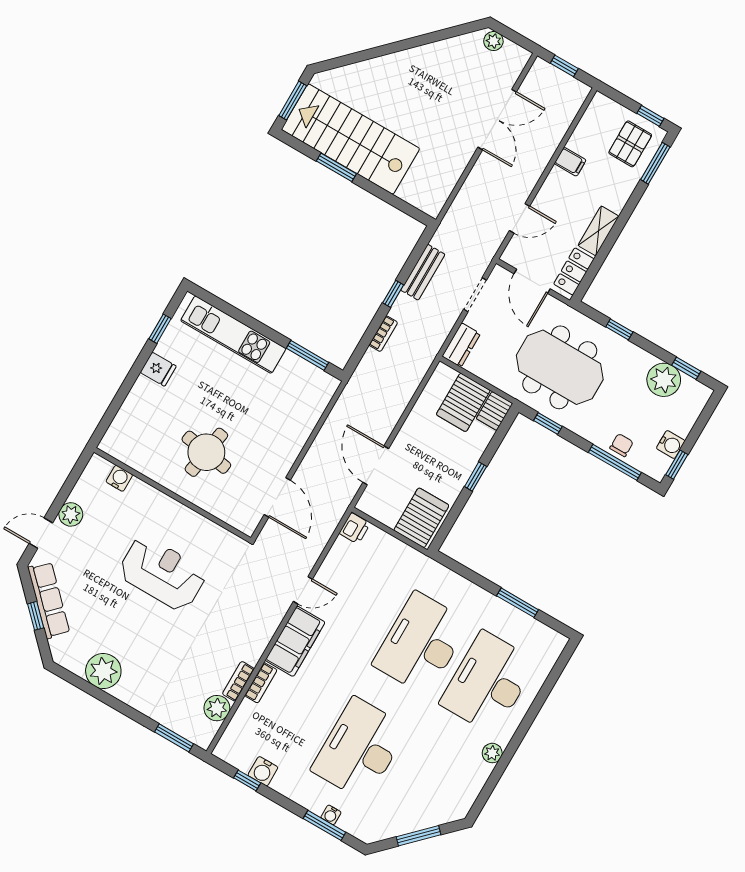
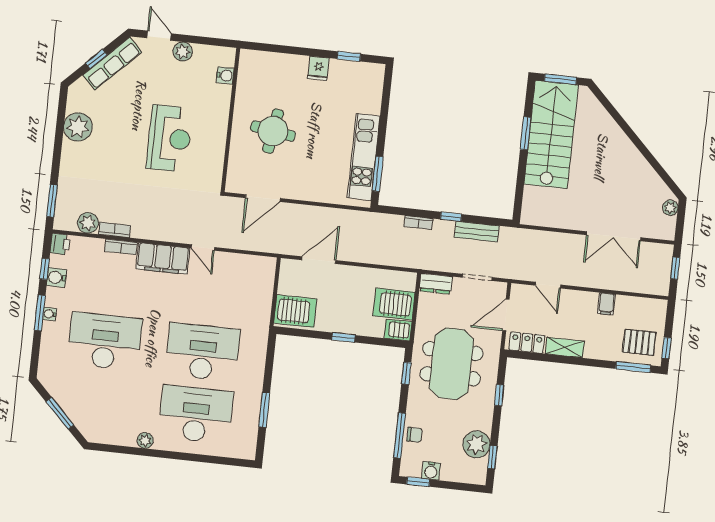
kitchen unit: (233, 335) -> (364, 157), moved
printer: (355, 528) -> (60, 244), moved, turned -90
water cooler: (331, 815) -> (50, 314), moved
window: (324, 825) -> (40, 313), moved

